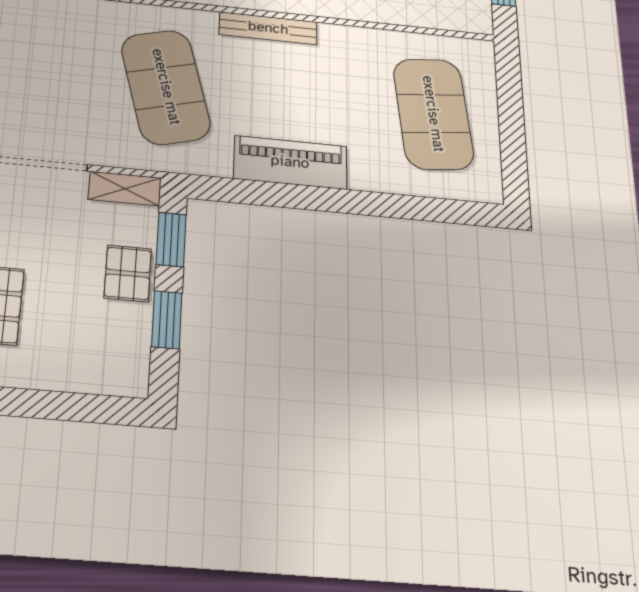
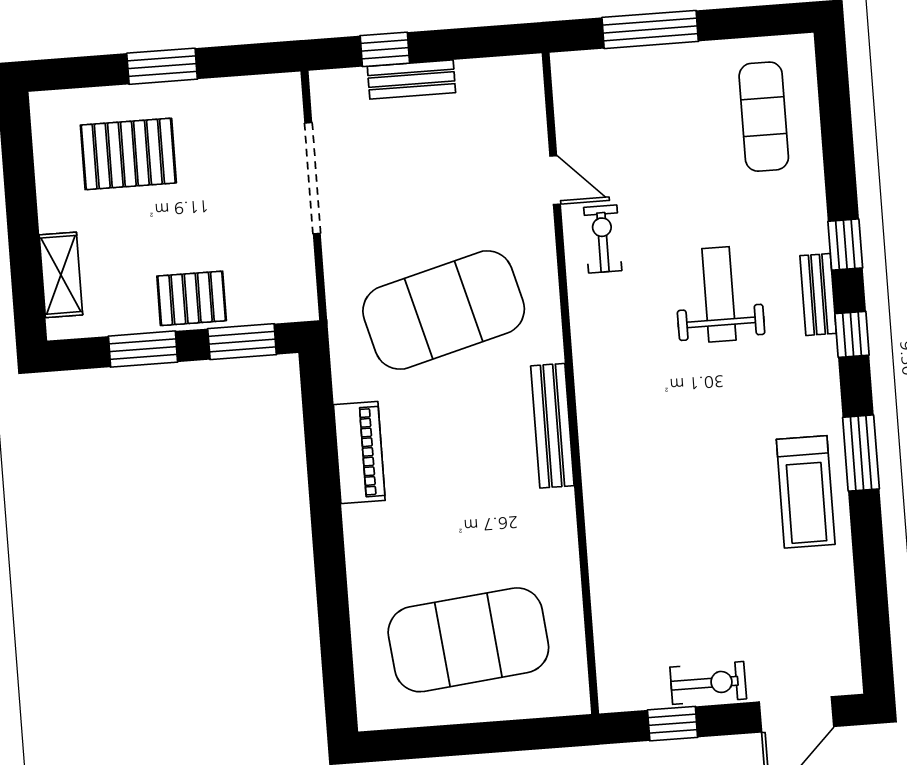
piano: (290, 162) -> (359, 453), width x0.73, depth x0.75
shelving: (125, 189) -> (61, 275), moved

